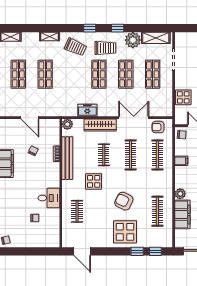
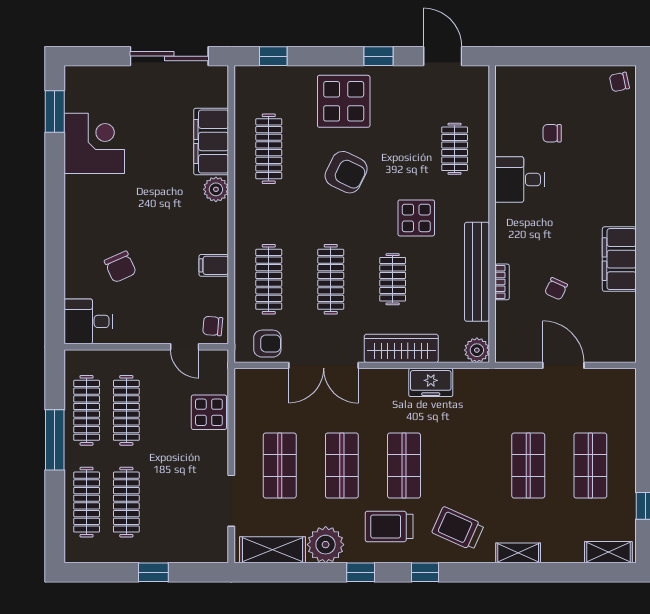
window: (137, 251) -> (378, 56), moved

